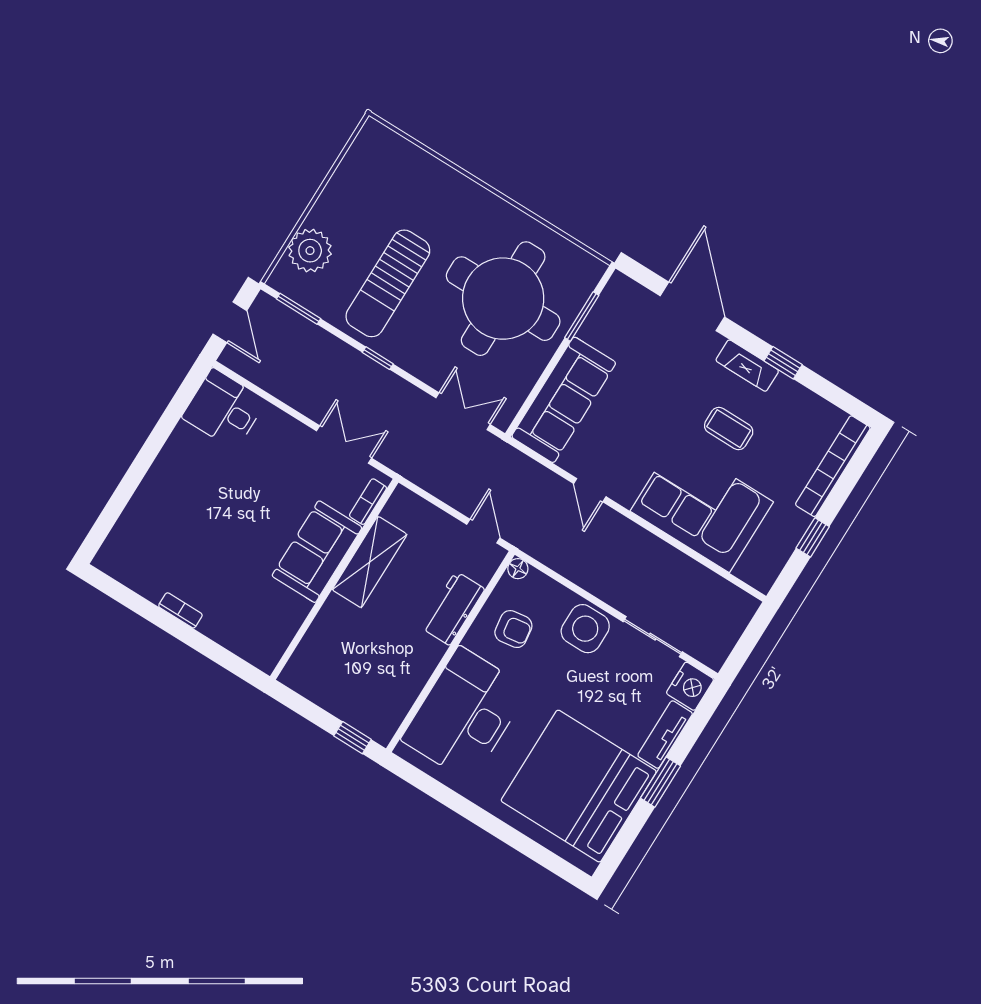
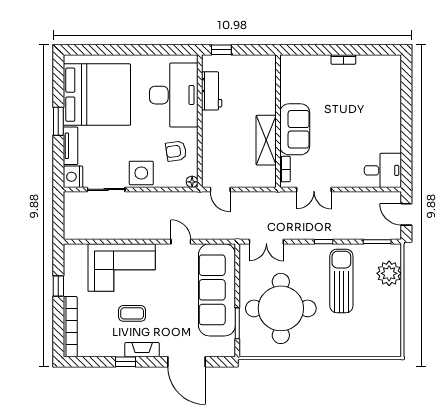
sofa: (564, 400) -> (217, 290), width x1.36, depth x1.27
workbench: (453, 608) -> (212, 91), moved

